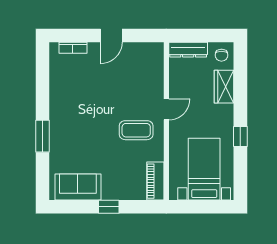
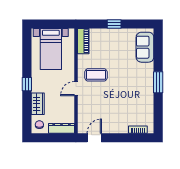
door: (111, 35) -> (94, 138), moved
window: (42, 136) -> (158, 82), moved
window: (240, 137) -> (27, 84), moved
sofa: (78, 187) -> (145, 47), moved, turned 90

